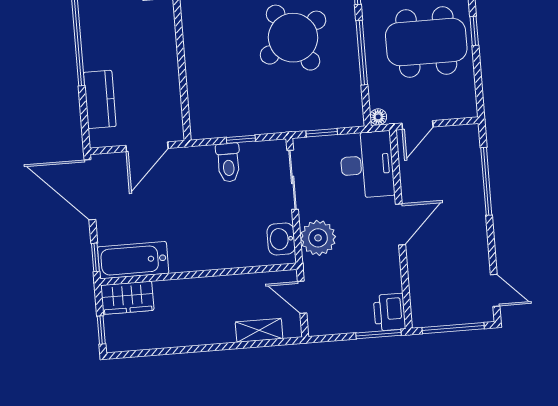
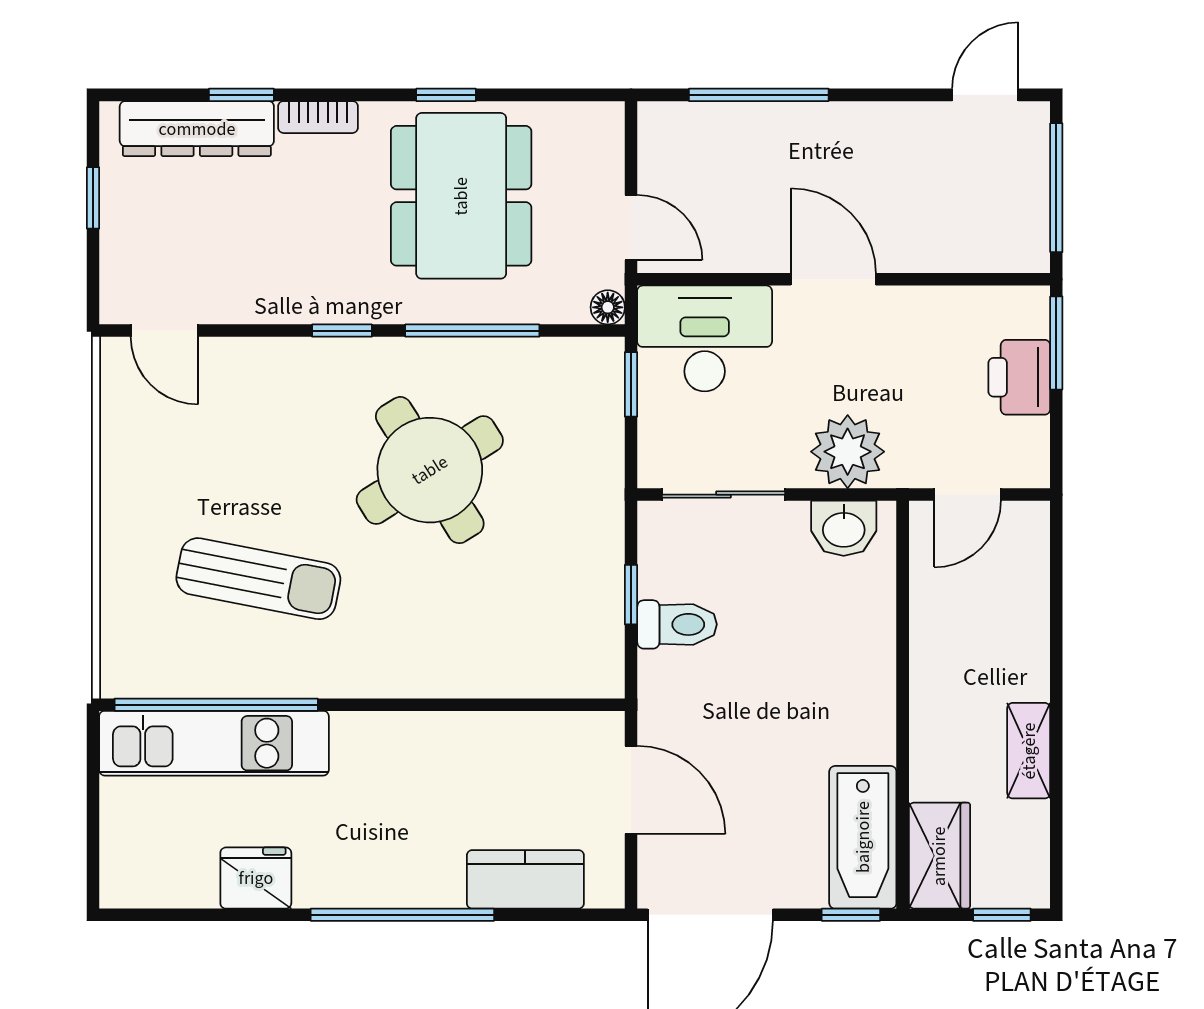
window: (322, 133) -> (631, 384), moved
printer: (390, 312) -> (1019, 377), moved, turned 90
shelving: (259, 330) -> (1029, 751), moved

